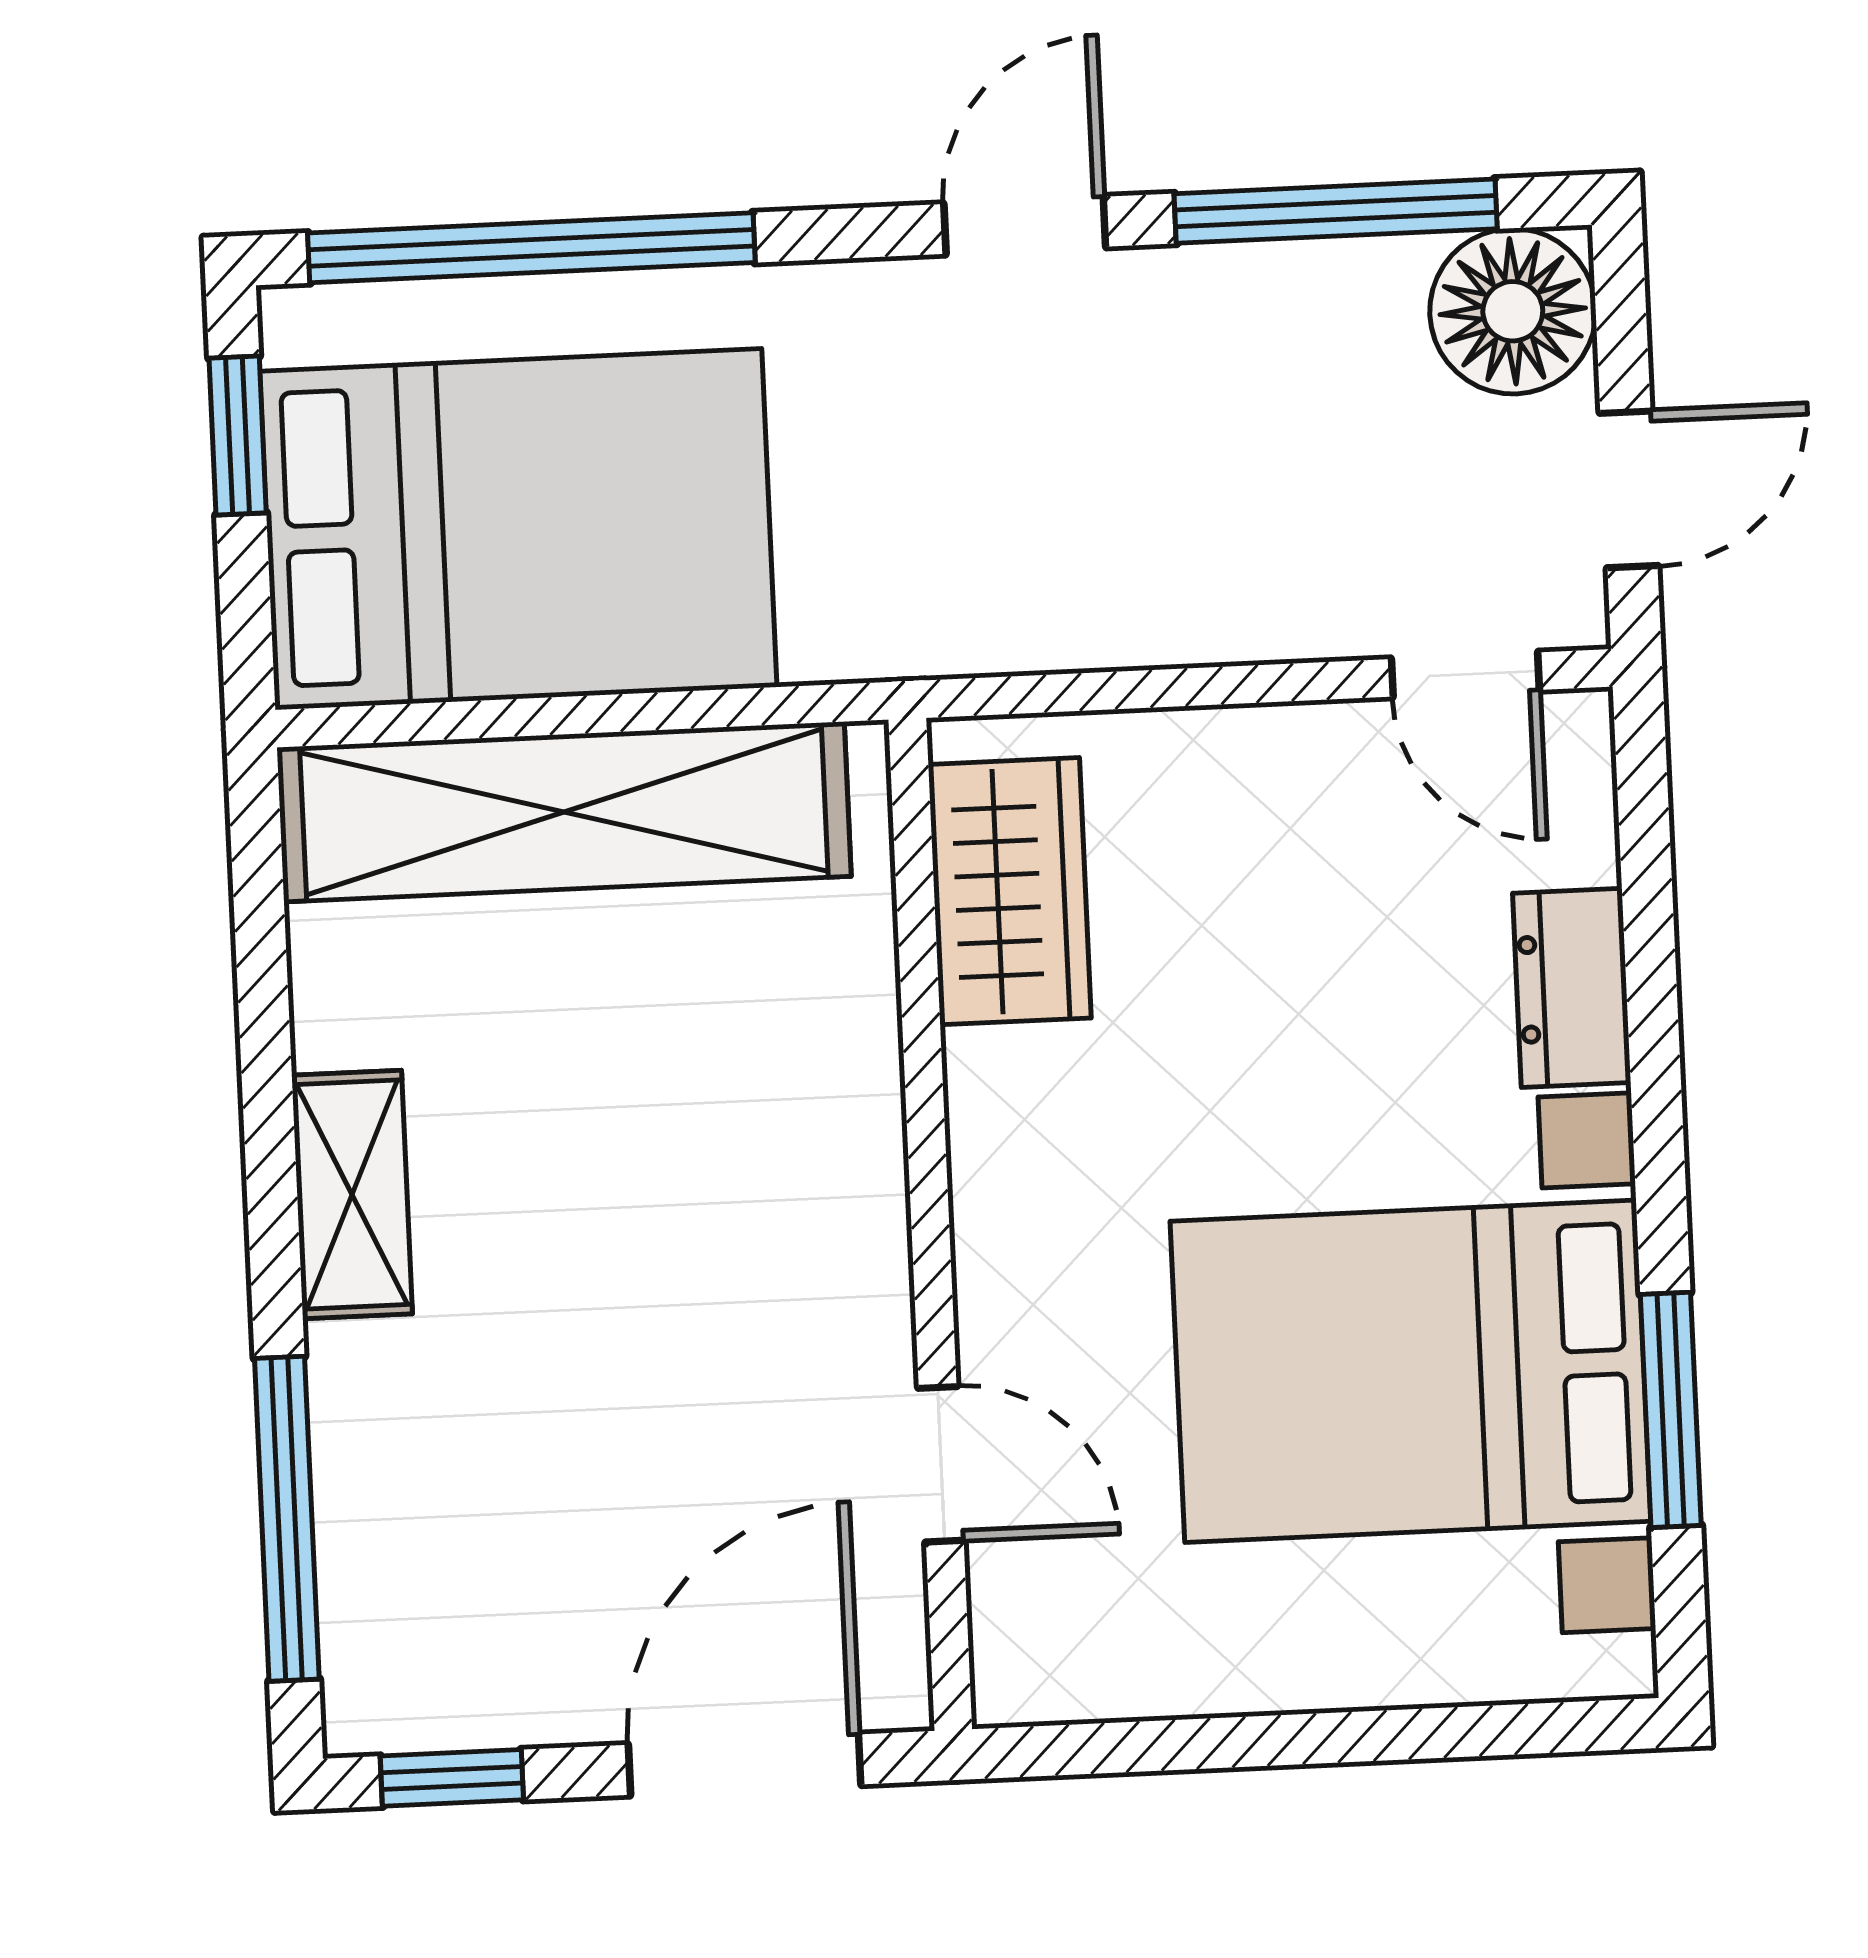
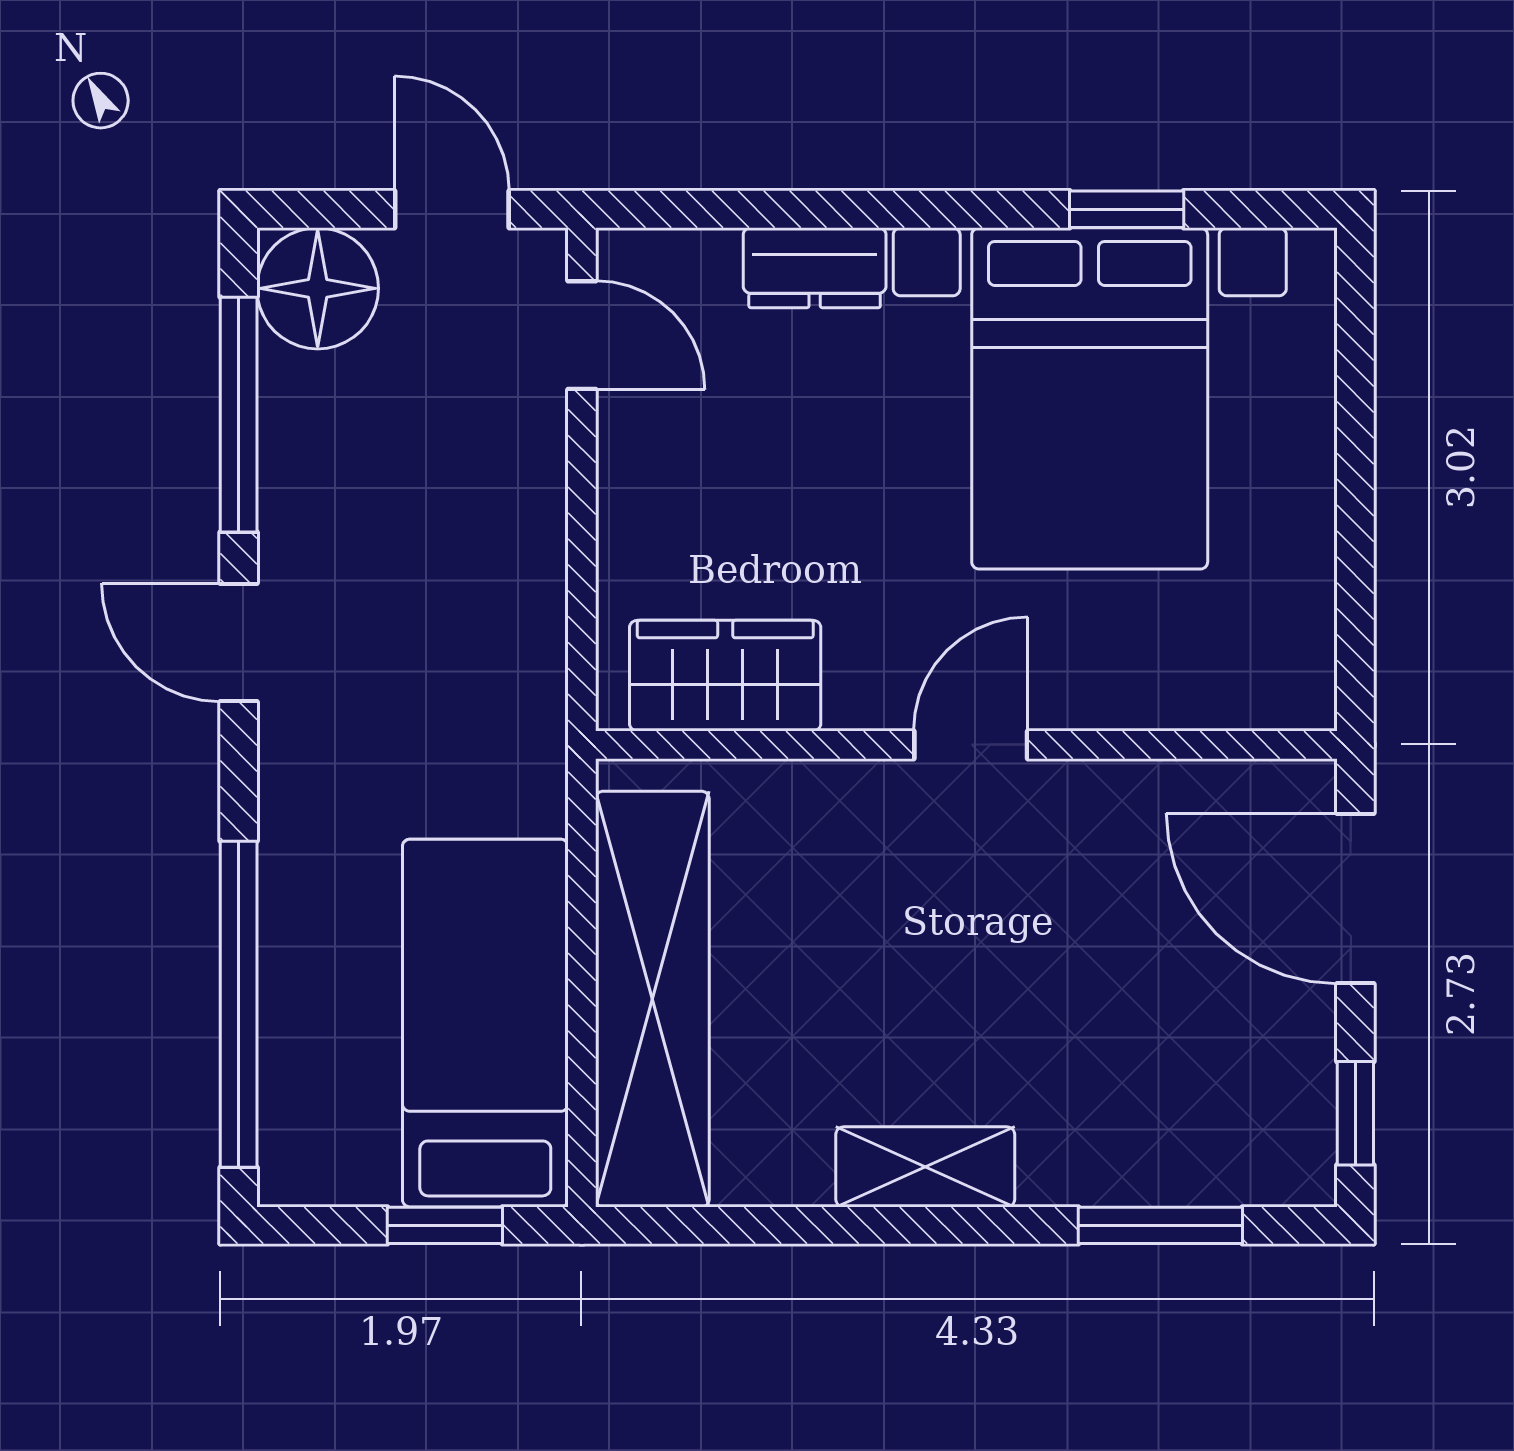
window: (238, 435) -> (445, 1225), moved
bed: (518, 529) -> (485, 1023), width x0.67
door: (1465, 675) -> (582, 335), hinge flipped
window: (1671, 1410) -> (1127, 209), width x0.67
door: (941, 1464) -> (971, 745), moved
window: (287, 1519) -> (1160, 1225), width x0.69

